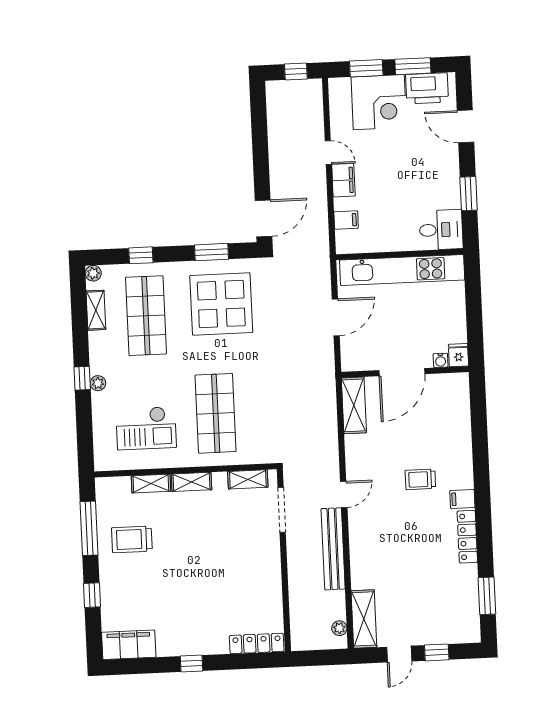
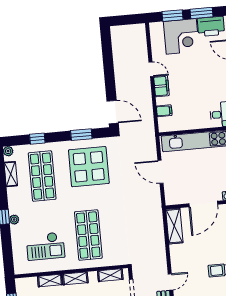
window: (296, 71) -> (129, 20), removed
door: (263, 218) -> (113, 112), hinge flipped
door: (336, 317) -> (161, 172), swing flipped

